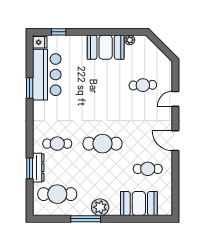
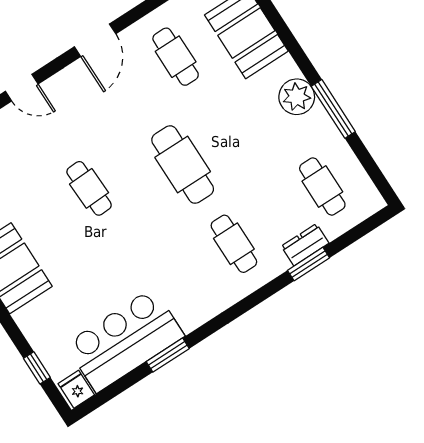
cafe table: (143, 85) -> (89, 188), moved
dresser: (38, 168) -> (305, 245), width x0.70
cafe table: (57, 194) -> (322, 187), width x0.73, depth x0.74

